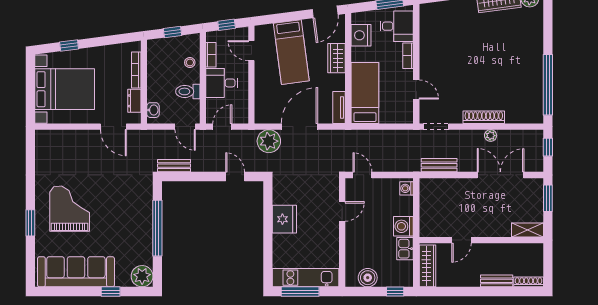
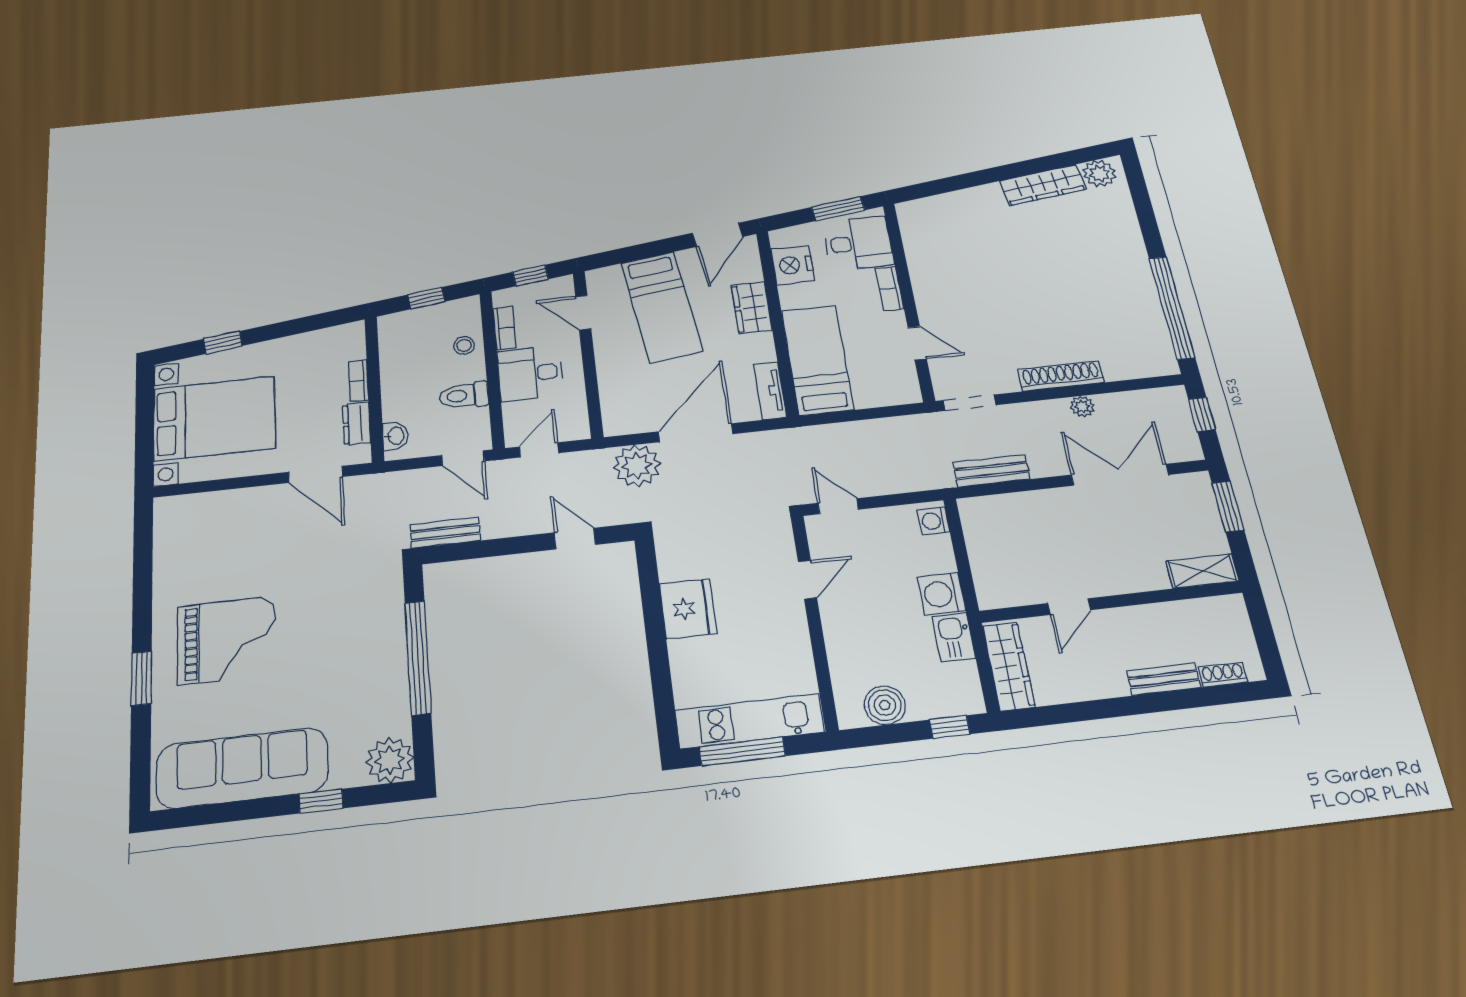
bookcase: (136, 70) -> (358, 381), width x0.64
grand piano: (70, 209) -> (227, 640), turned 90
shoe rack: (529, 282) -> (1223, 675), width x0.70

